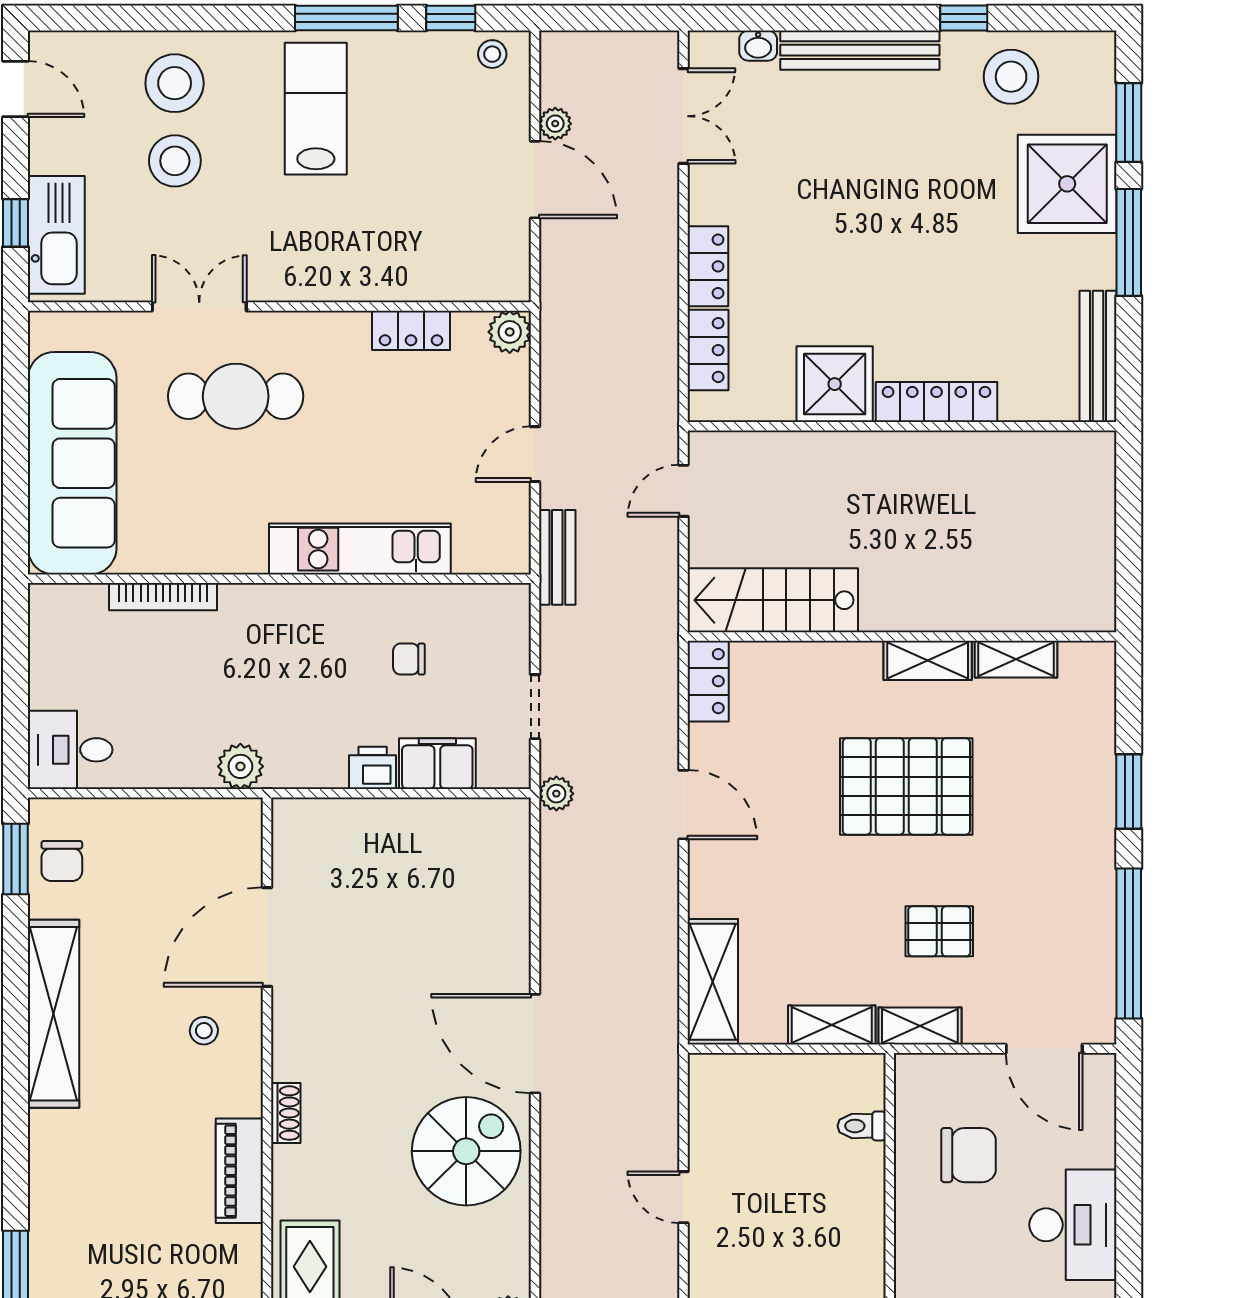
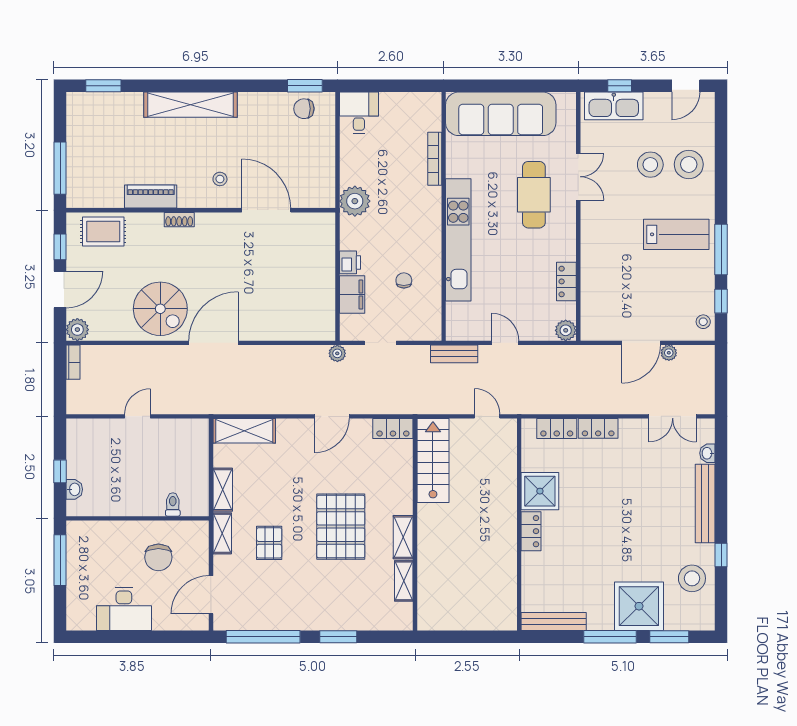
locker: (937, 402) -> (531, 531), width x0.66
kitchen unit: (360, 549) -> (458, 240), width x1.36
plant: (240, 766) -> (355, 201), width x1.36, depth x1.36
shelving: (54, 1014) -> (191, 105), moved

